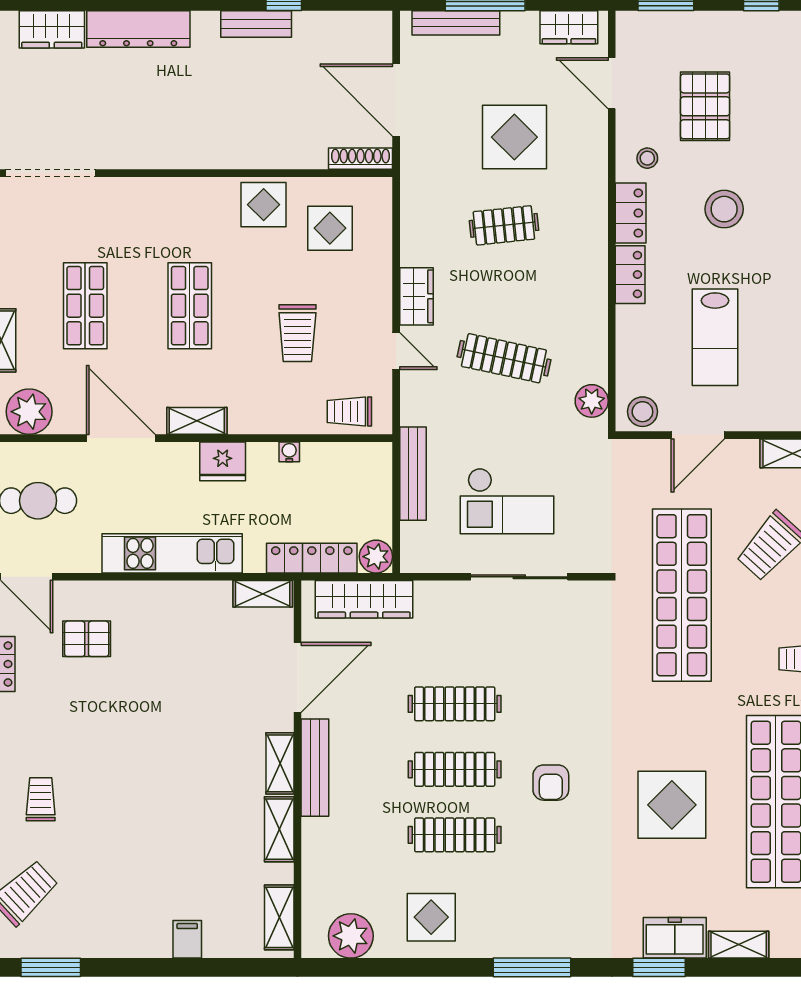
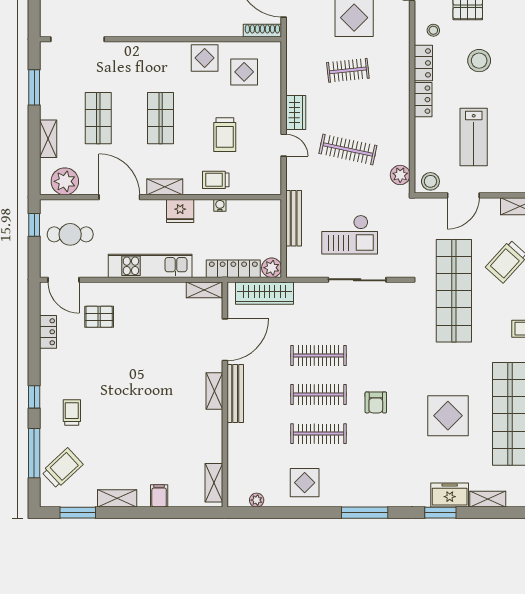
trolley: (349, 411) -> (216, 180), moved
shelving: (279, 829) -> (117, 498), moved, turned 90
plant: (351, 936) -> (257, 500), width x0.53, depth x0.53

